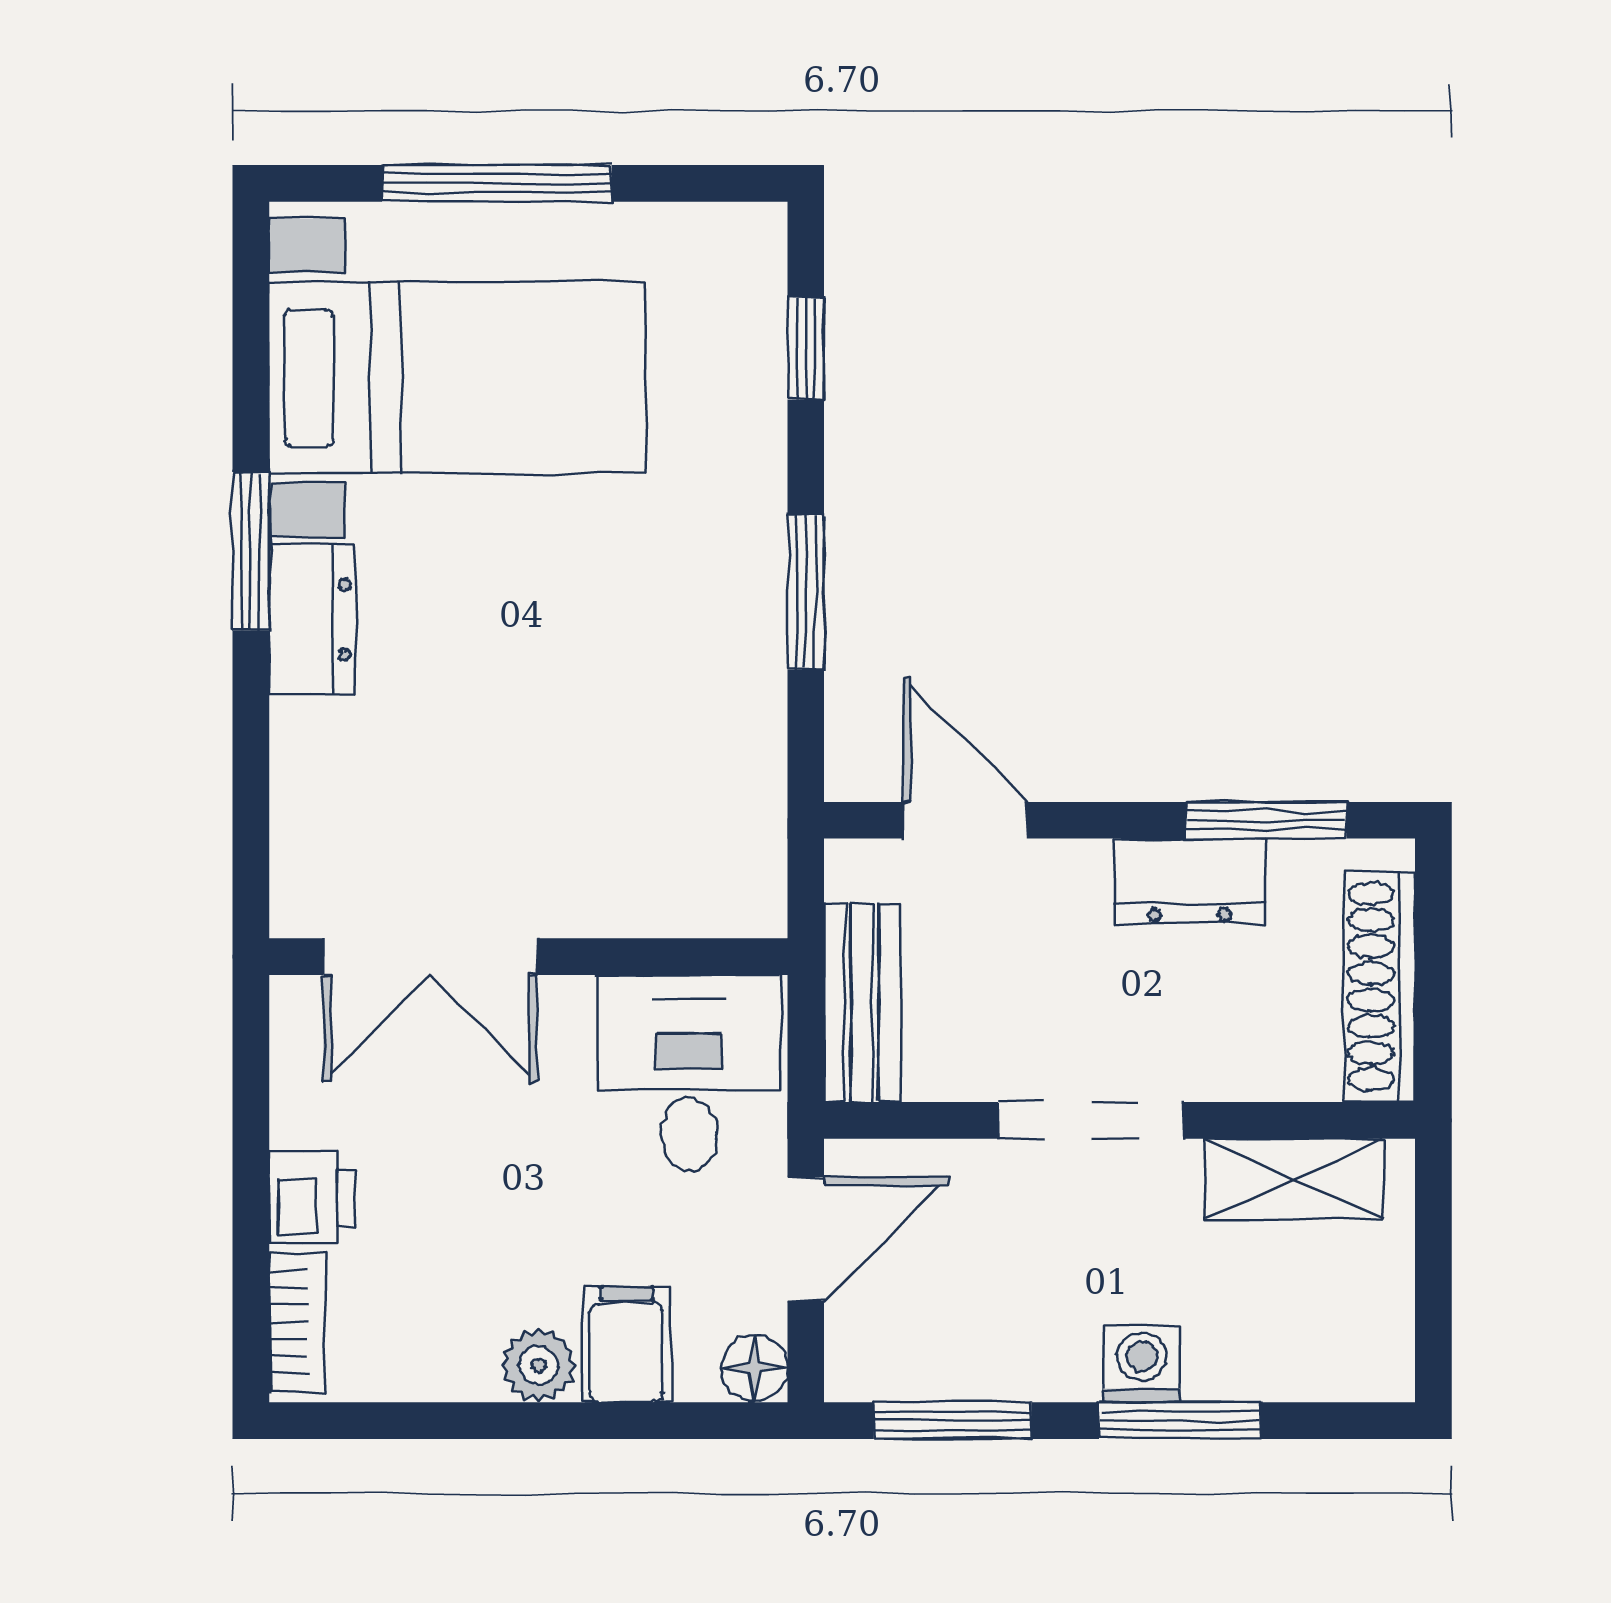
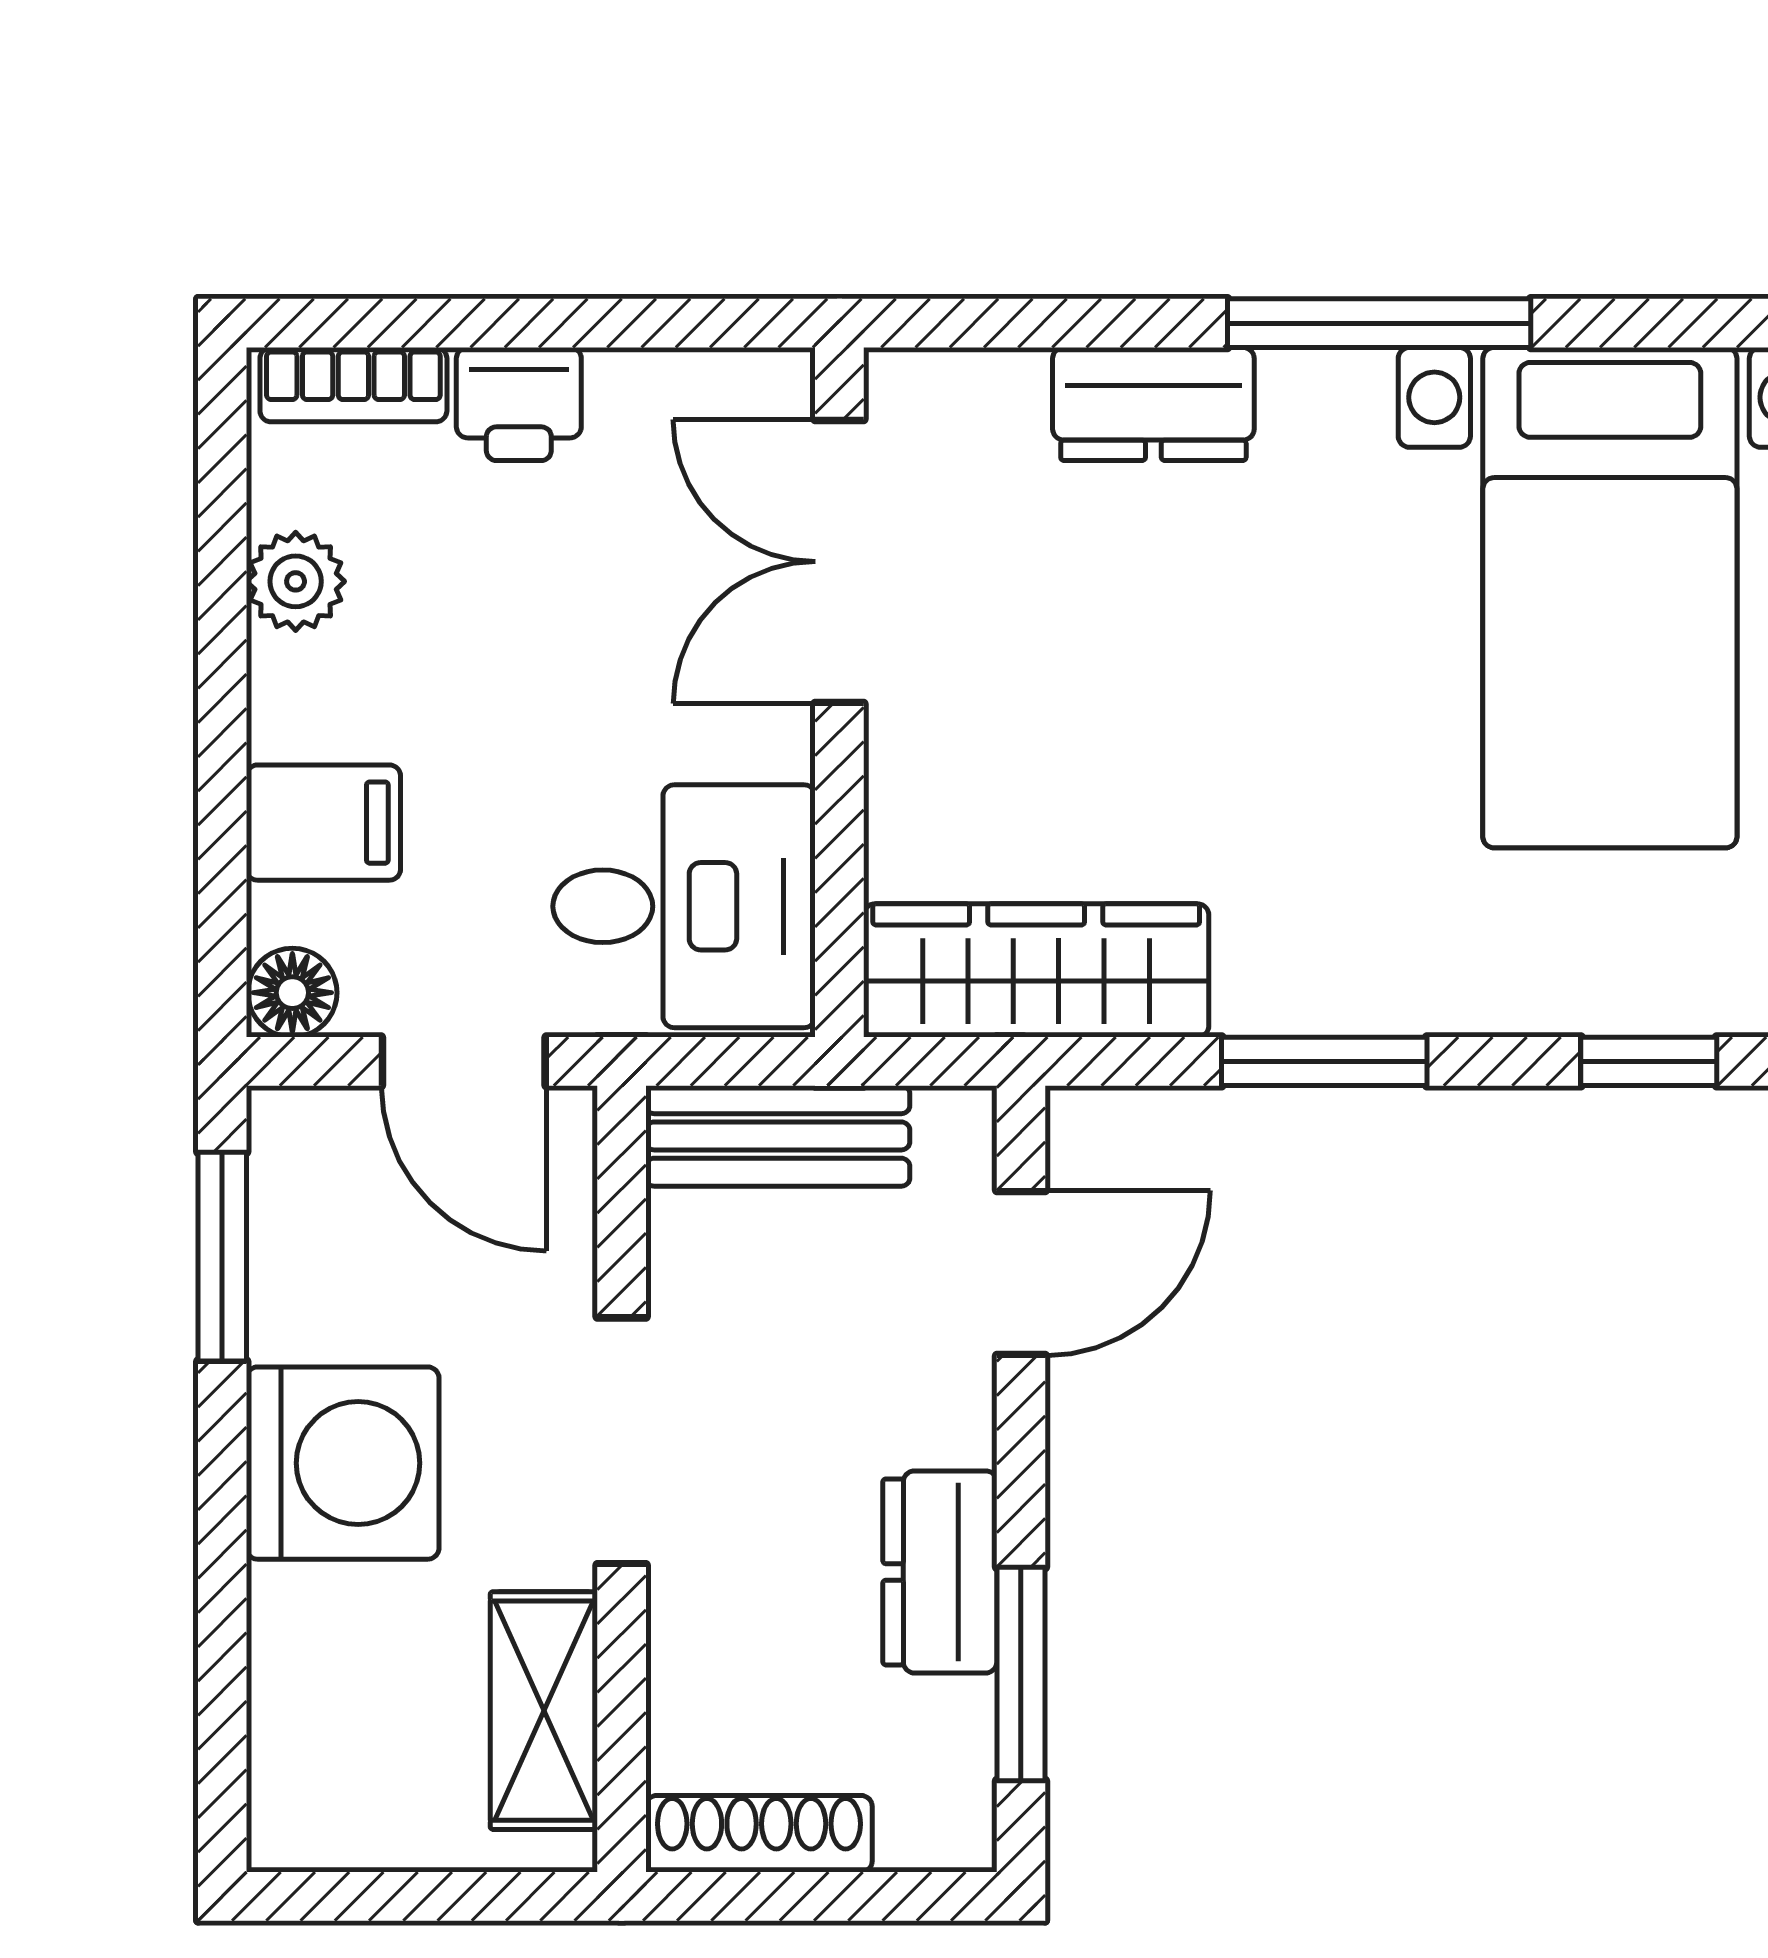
window: (251, 551) -> (1379, 323), width x1.44
dresser: (312, 620) -> (1153, 404), moved
wardrobe: (737, 809) -> (1036, 970), added
shoe rack: (1380, 987) -> (759, 1834), width x0.74, depth x0.81
washing machine: (1142, 1364) -> (343, 1463), width x1.89, depth x1.89
plant: (539, 1365) -> (296, 581), moved
window: (1180, 1421) -> (222, 1559), removed

